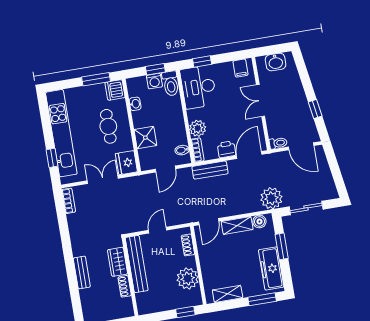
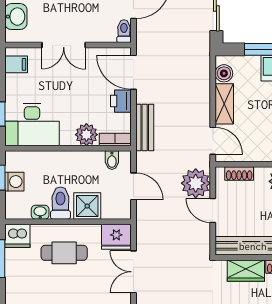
toilet: (171, 83) -> (60, 203), moved, turned -90
plant: (271, 198) -> (196, 183), moved

